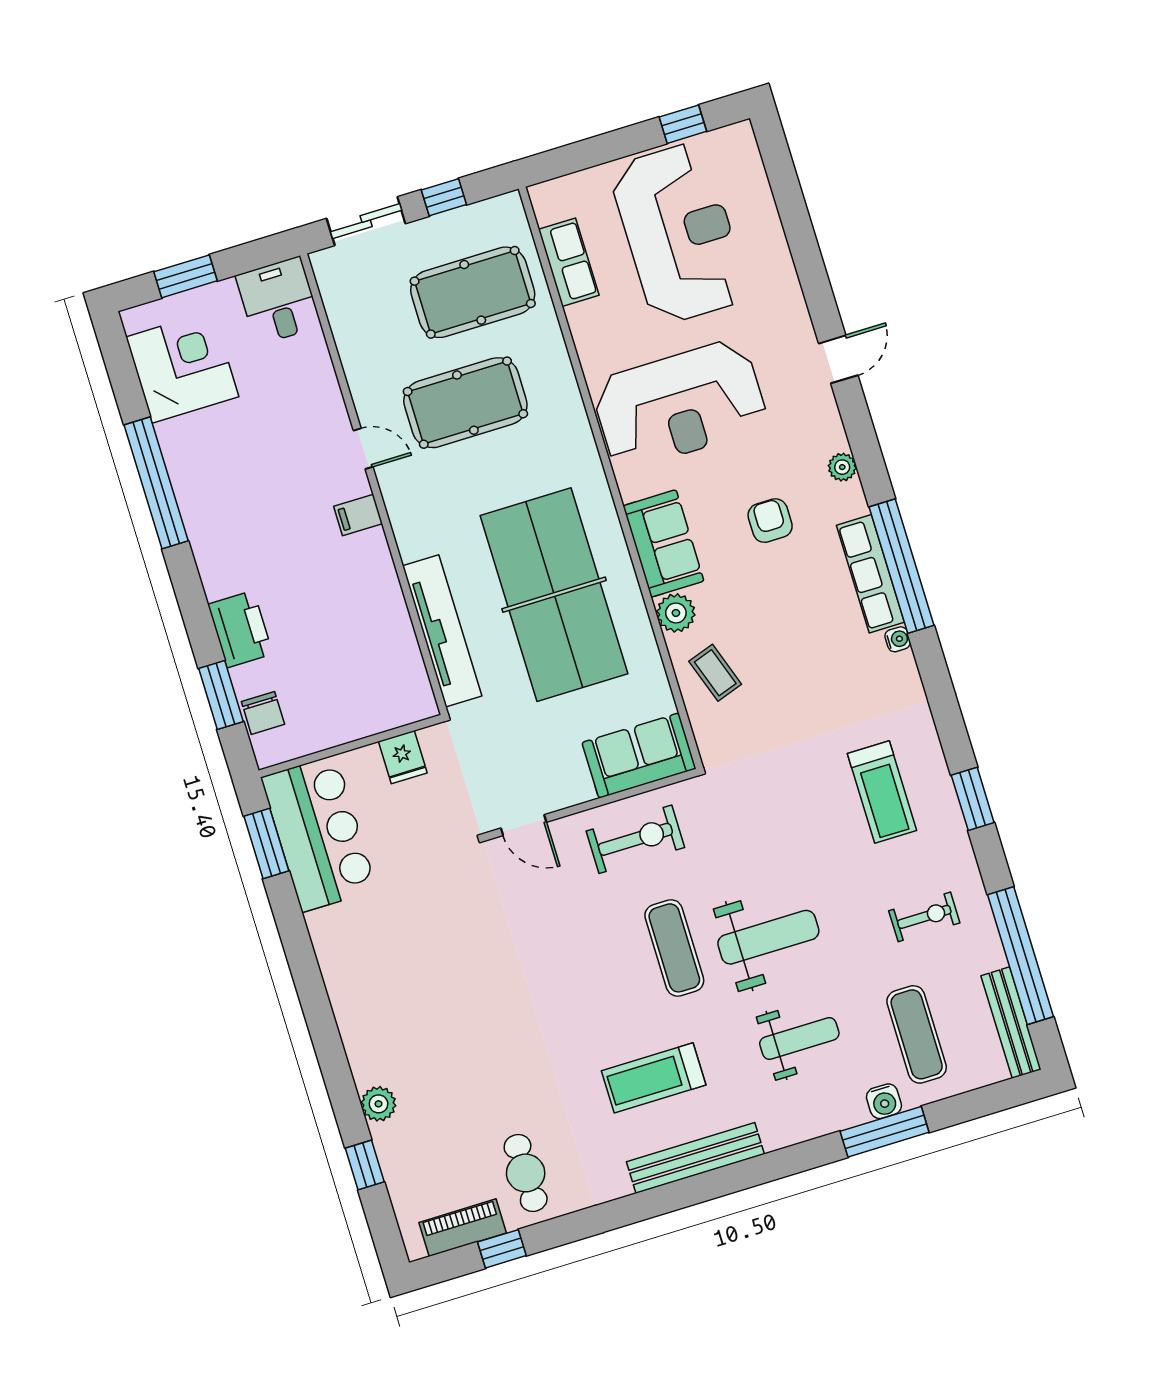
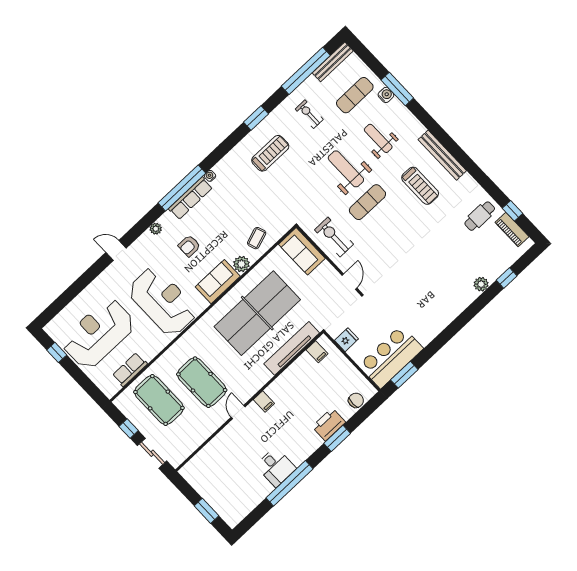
desk: (278, 301) -> (276, 467), moved, turned -90
corner desk: (182, 367) -> (241, 495), removed
filing cabinet: (408, 681) -> (317, 352), added
window: (221, 695) -> (337, 438), moved

